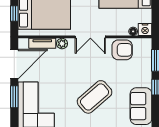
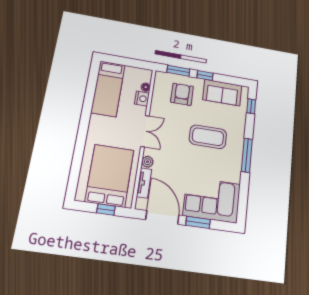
nightstand: (145, 30) -> (142, 99), moved
armchair: (122, 50) -> (182, 94), moved
coffee table: (95, 97) -> (208, 137), turned -49

